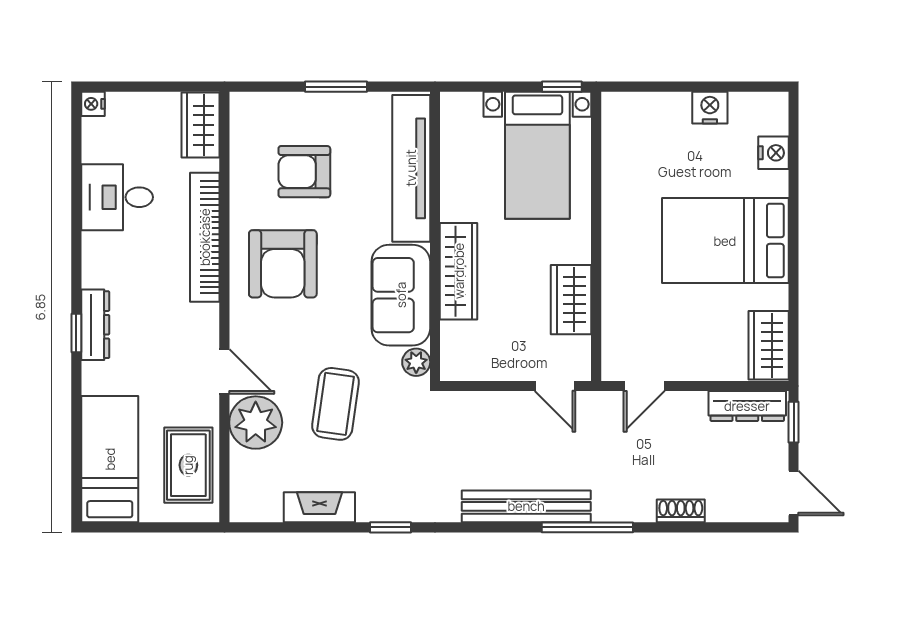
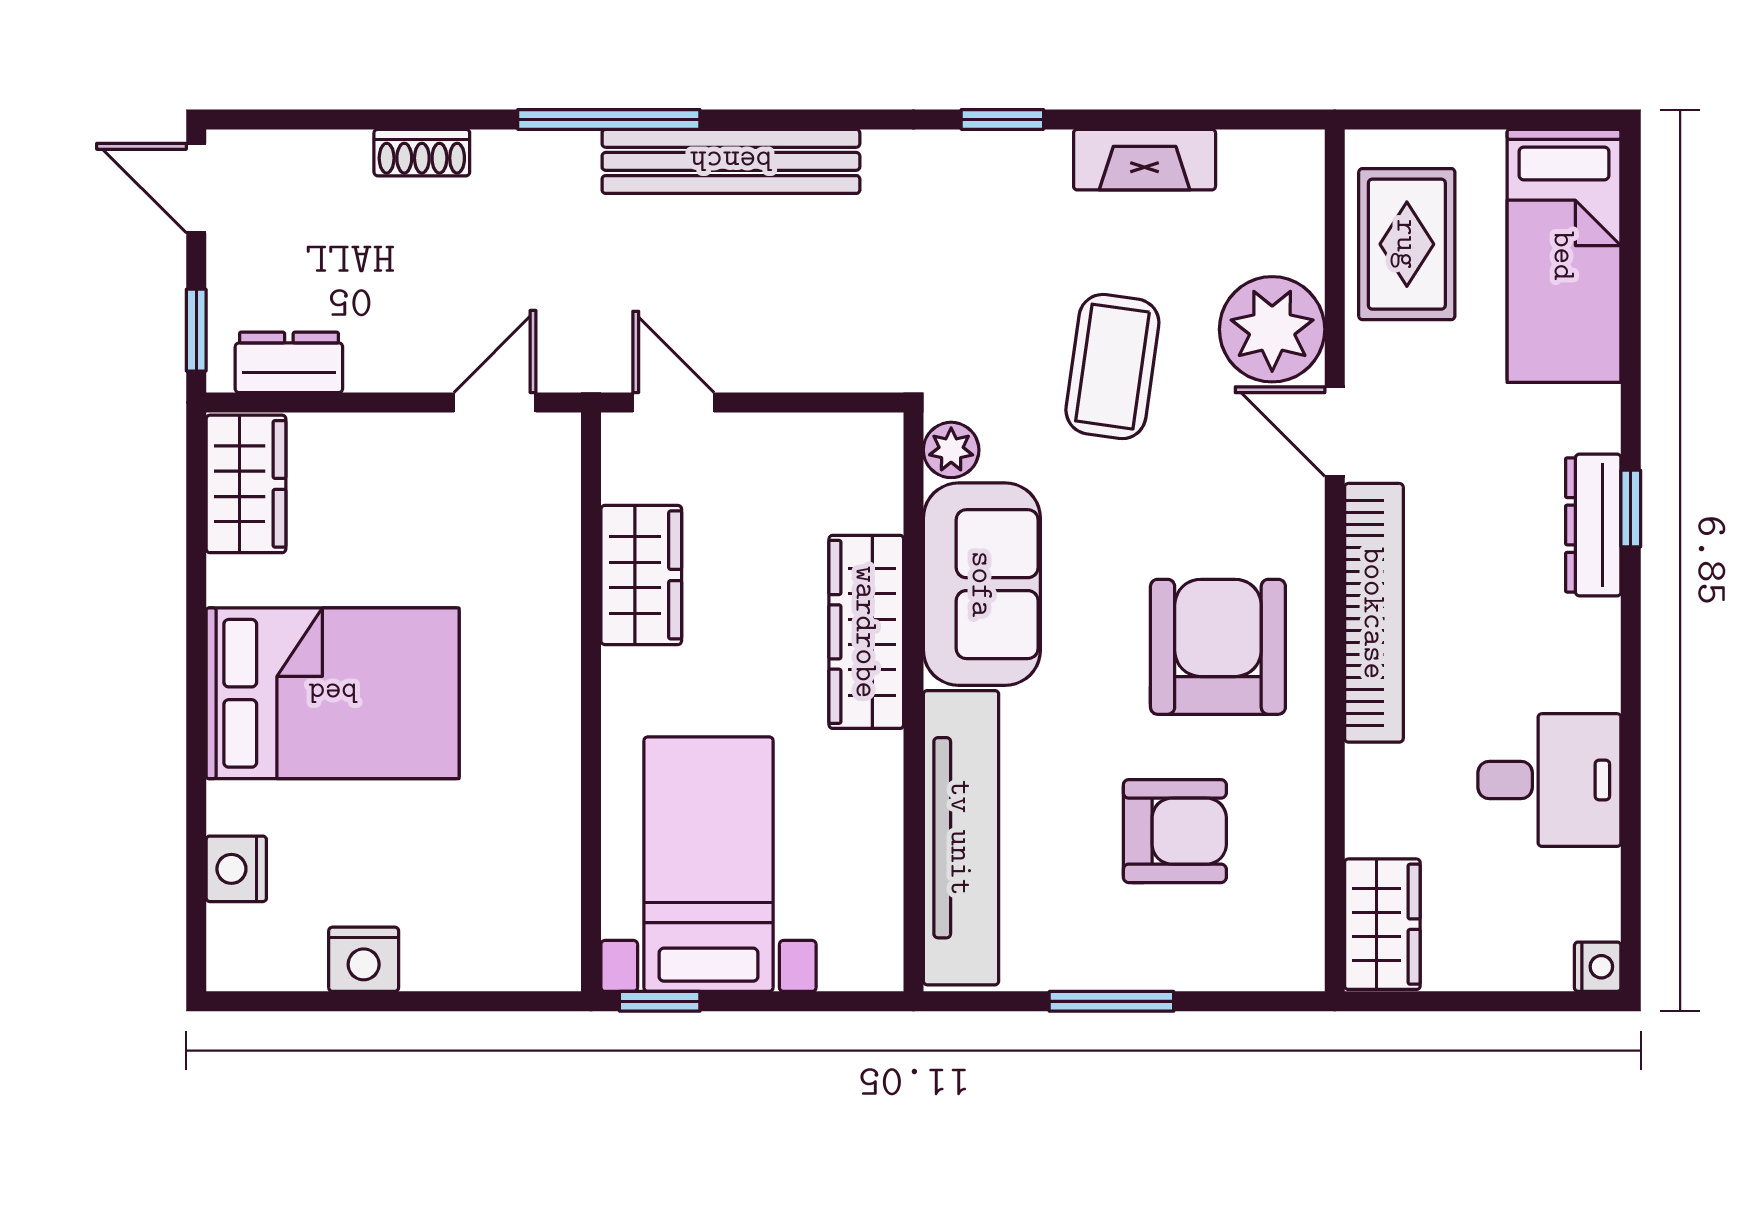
bookcase: (205, 237) -> (1374, 613), moved
dresser: (747, 406) -> (289, 362), width x0.70

